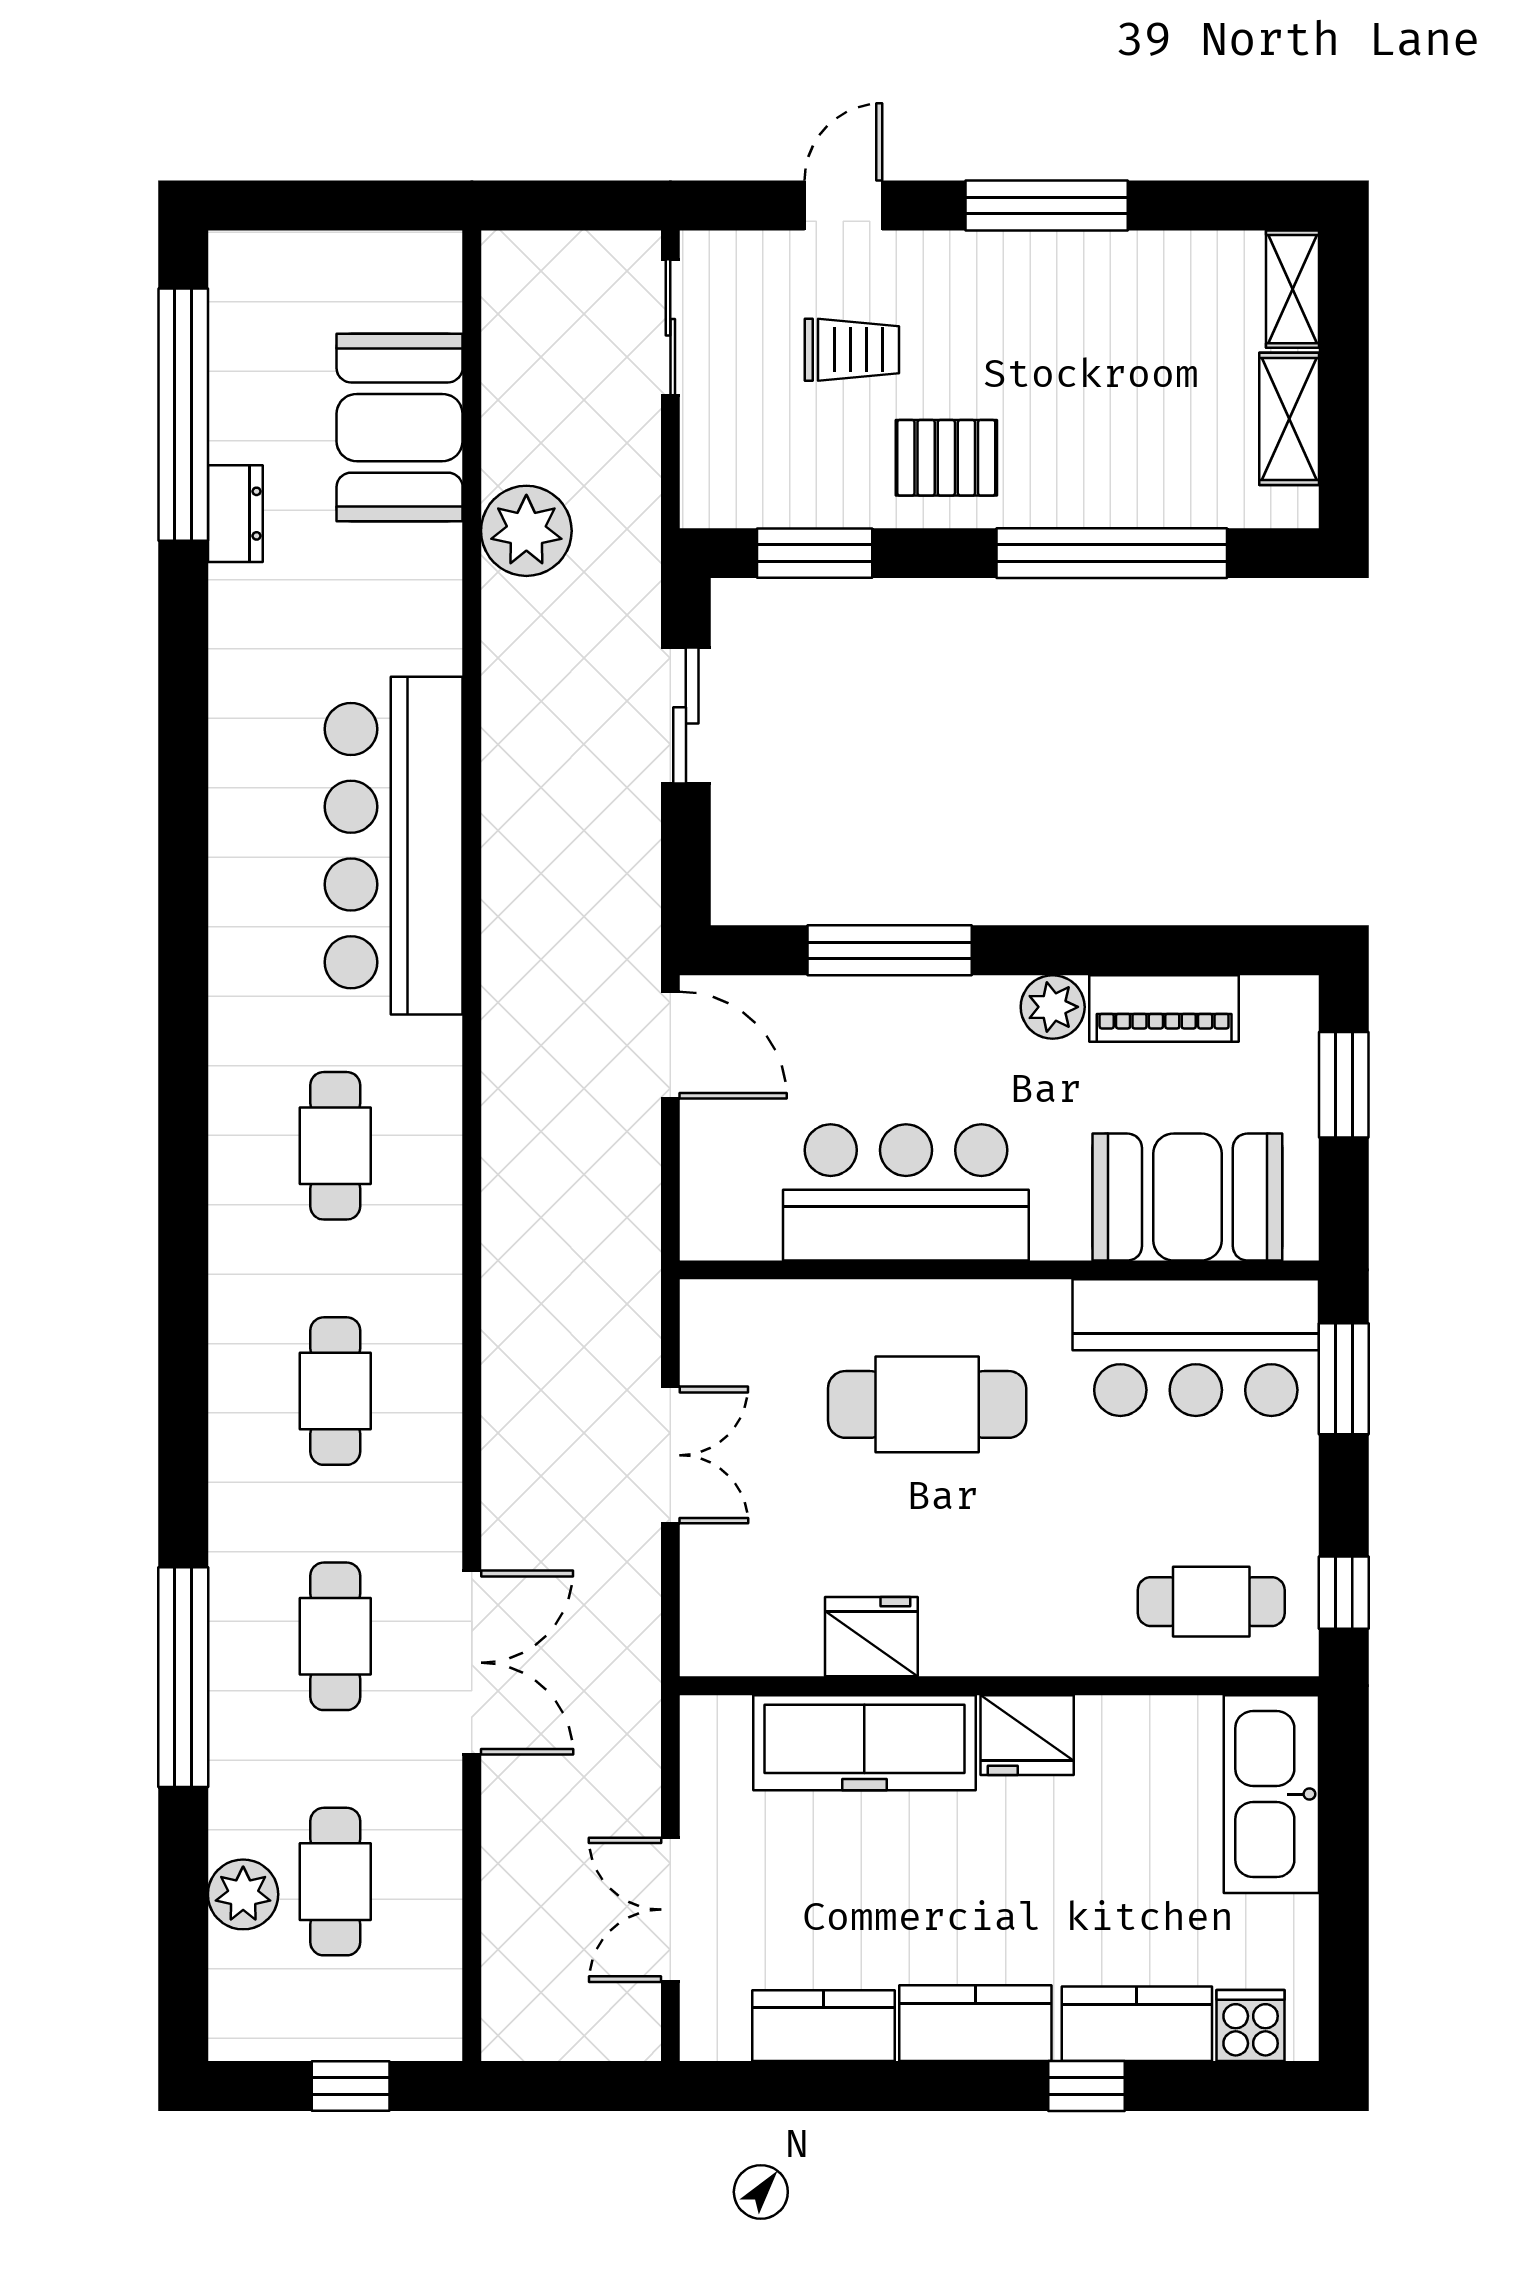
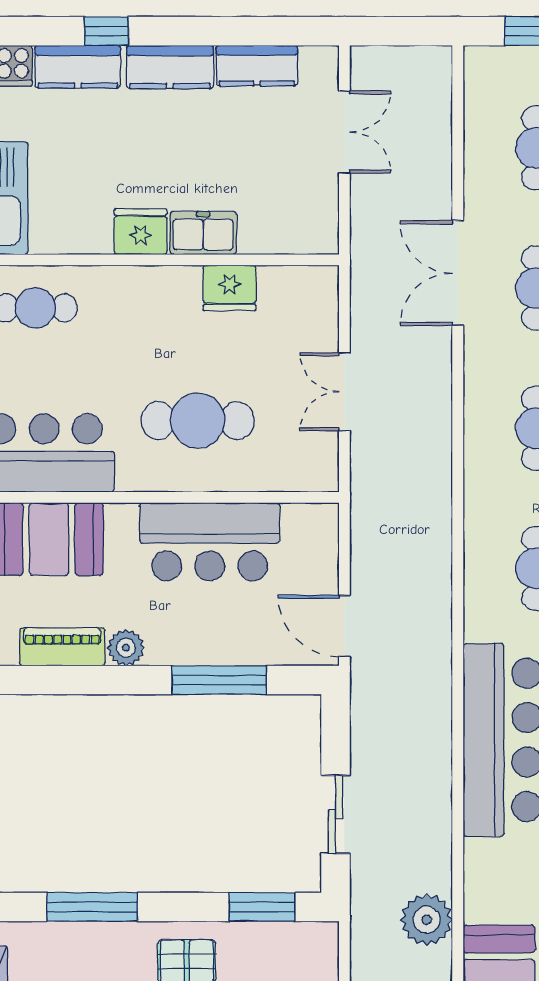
window: (1112, 553) -> (92, 907), width x0.68
freezer: (864, 1743) -> (203, 233), width x0.52, depth x0.79

